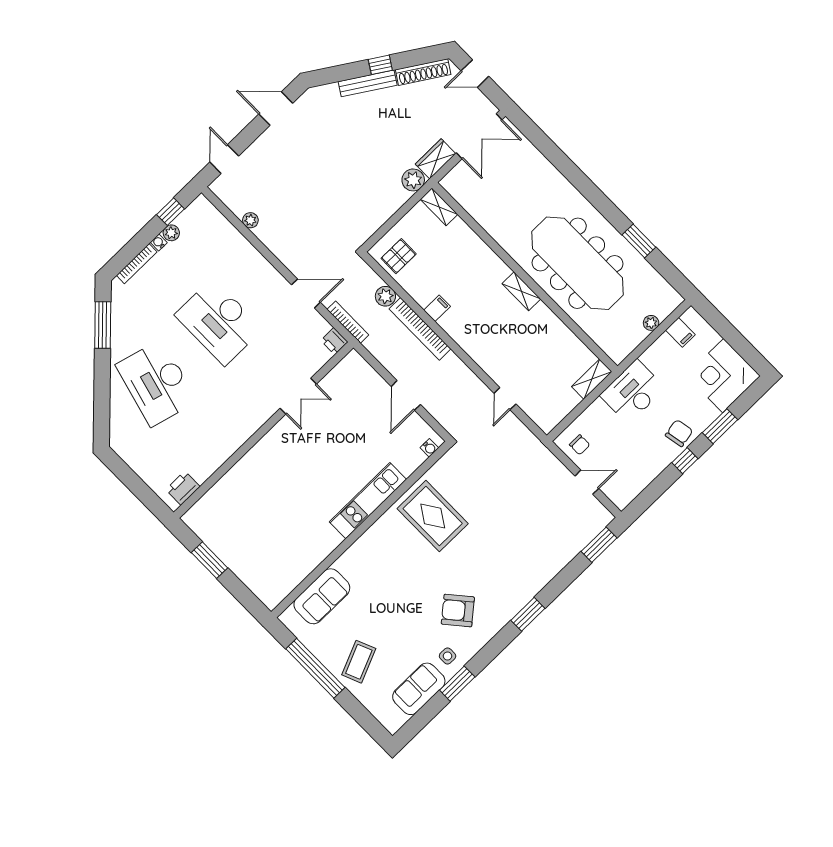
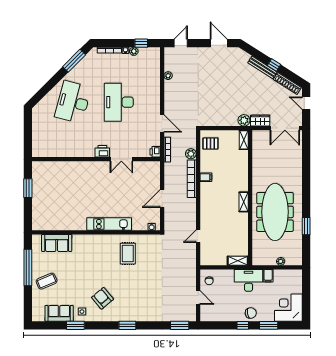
filing cabinet: (680, 332) -> (268, 276), moved
printer: (183, 488) -> (102, 151), moved
rug: (433, 516) -> (128, 254), width x0.73, depth x0.70

